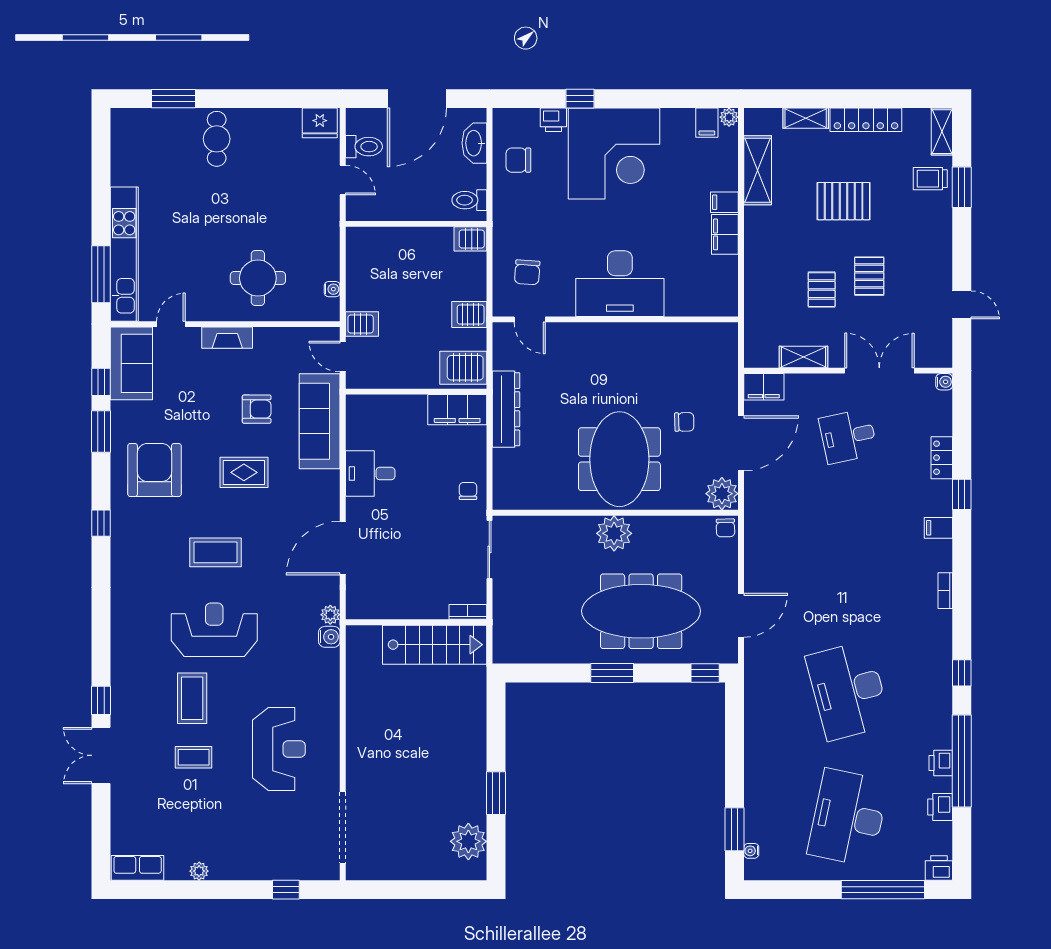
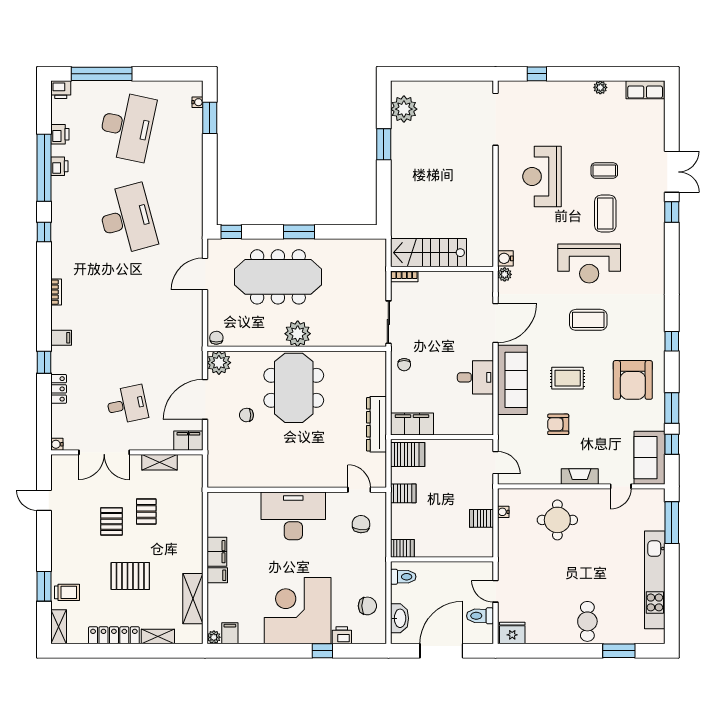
kitchen unit: (124, 254) -> (655, 580), moved
server rack: (362, 324) -> (482, 518), moved
sofa: (320, 421) -> (512, 380), moved

